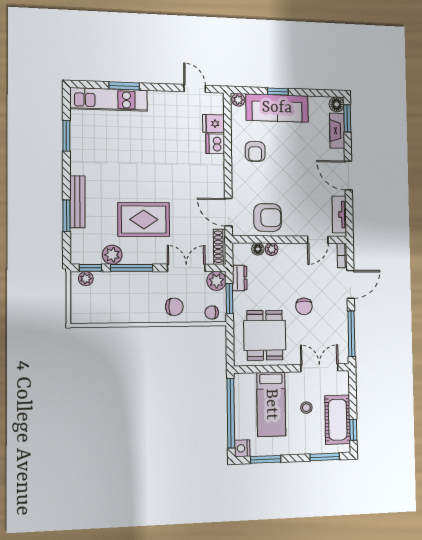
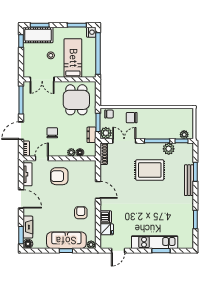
door: (195, 88) -> (118, 251), hinge flipped
kitchen unit: (109, 99) -> (155, 242), moved
door: (228, 212) -> (98, 190), moved
armchair: (268, 218) -> (59, 176), moved
double door: (186, 268) -> (124, 141), swing flipped
chair: (304, 306) -> (52, 133), moved
cot: (338, 420) -> (38, 35), moved, turned 90

